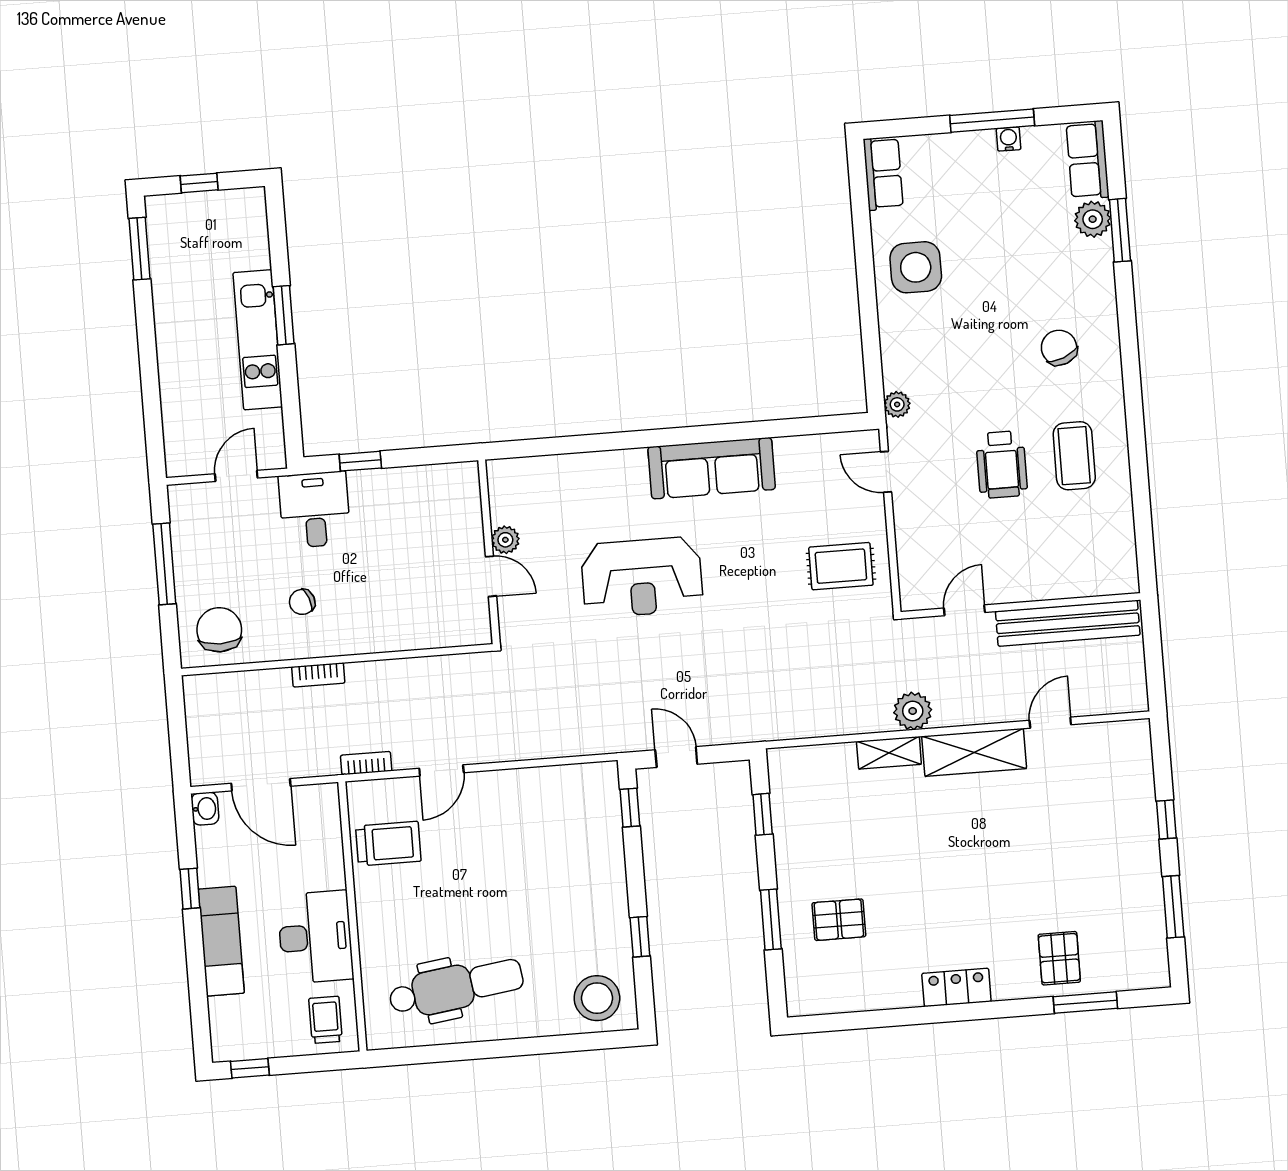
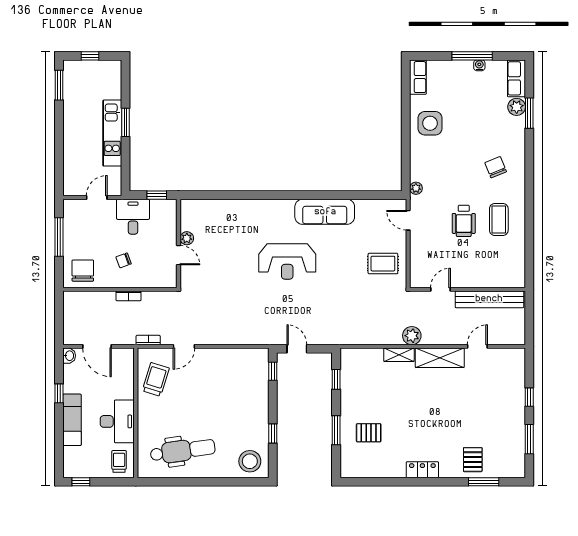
plant: (505, 540) -> (187, 238), moved
wall: (489, 552) -> (179, 243), moved
door: (491, 576) -> (179, 255), moved
trolley: (388, 844) -> (156, 379), turned -73

